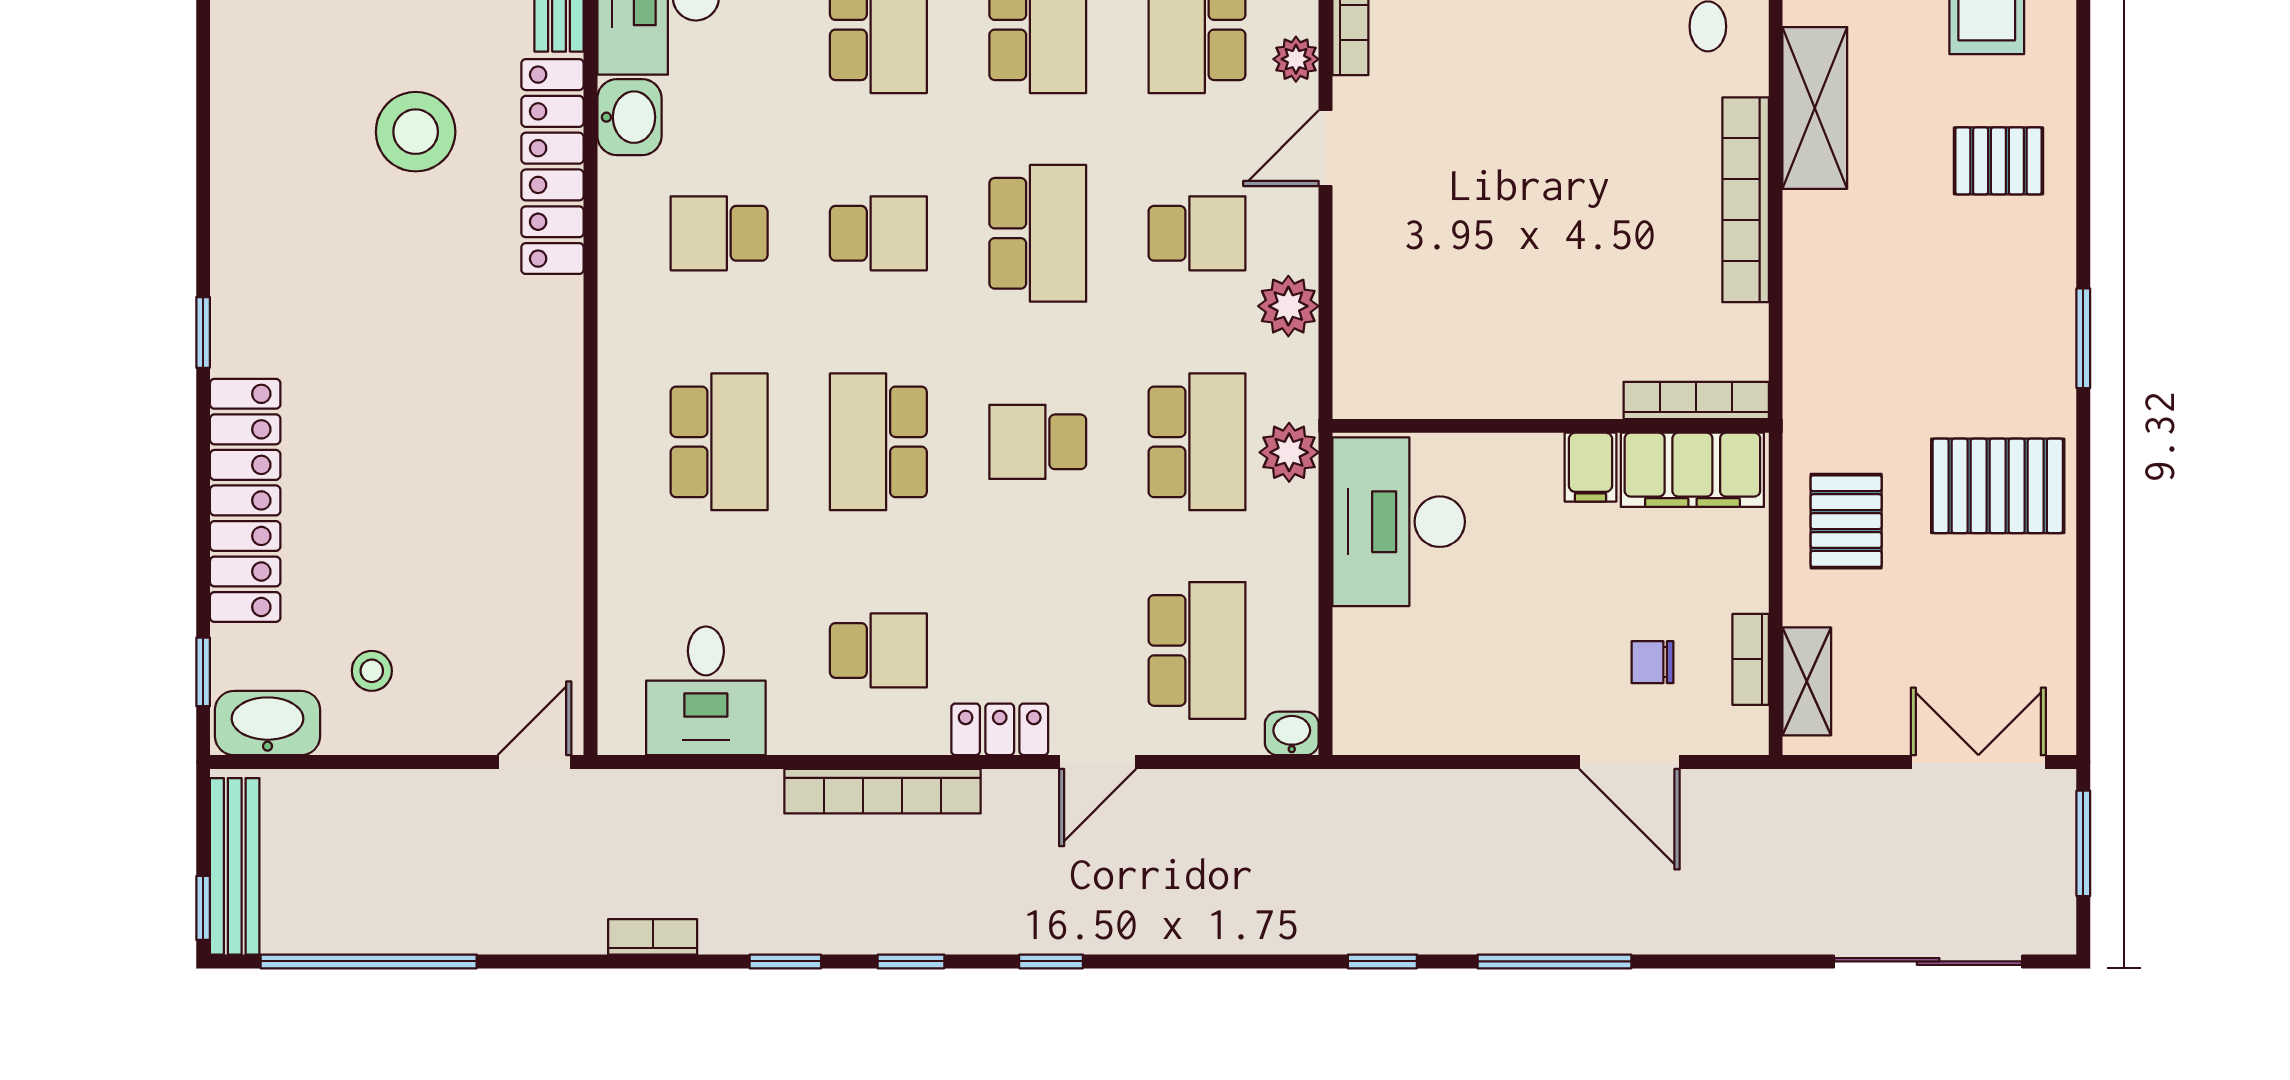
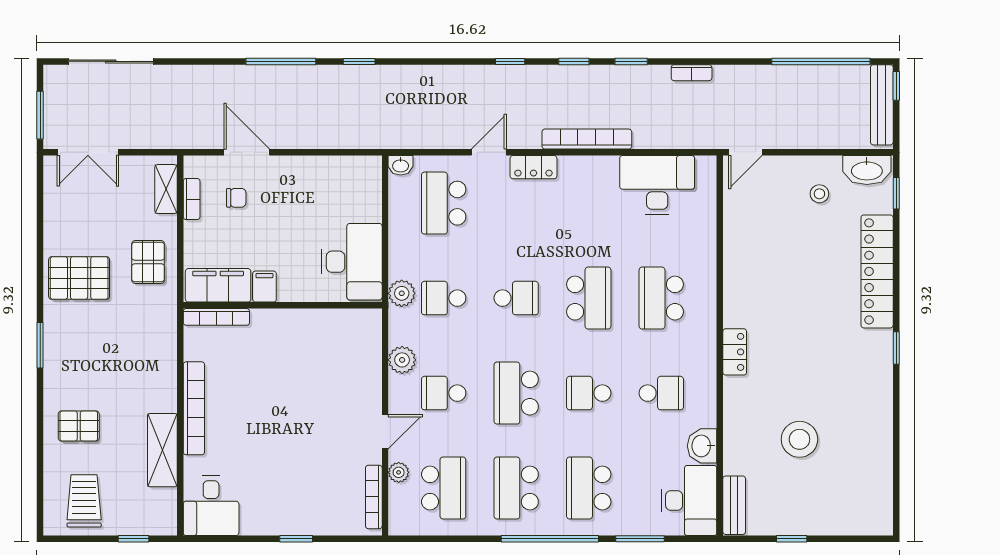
locker: (552, 167) -> (735, 352), moved, width x0.46, depth x0.83
school desk: (1197, 442) -> (444, 298), width x0.54
school desk: (878, 650) -> (589, 203), removed
desk: (706, 691) -> (657, 185), width x1.37

